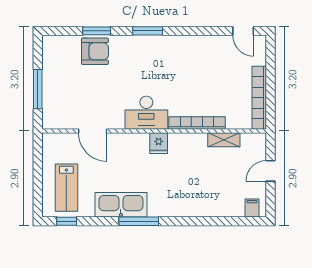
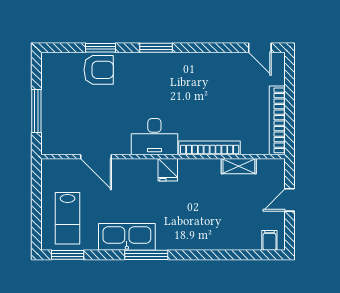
window: (67, 221) -> (68, 255), width x1.50

